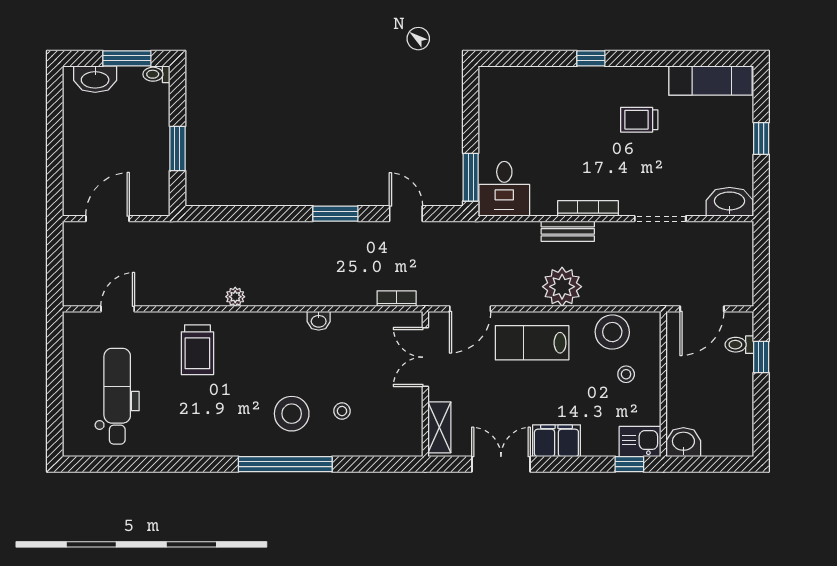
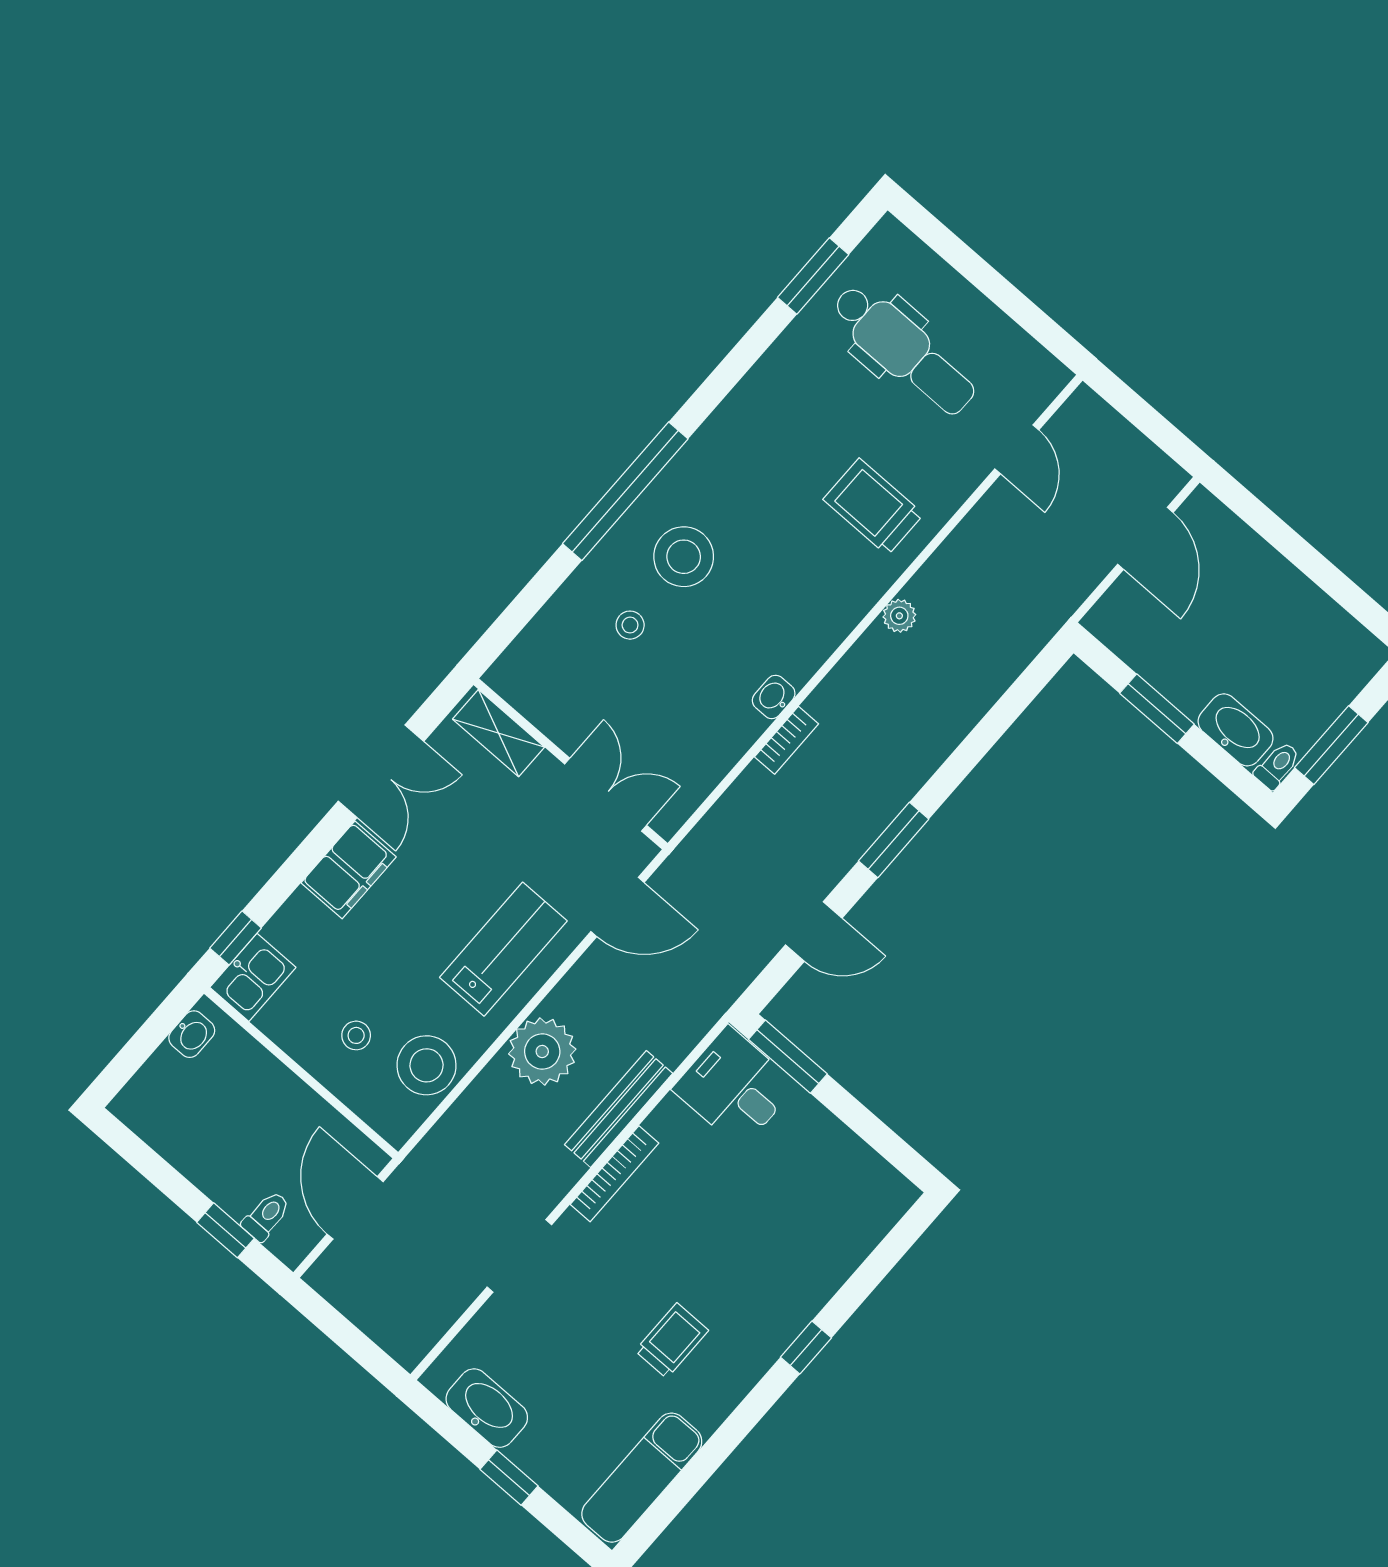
washbasin: (95, 79) -> (1236, 730), moved, turned 90
washbasin: (730, 202) -> (487, 1408), moved, turned -90
bench: (568, 231) -> (619, 1109), width x1.36
bookcase: (397, 299) -> (787, 740), moved
door: (470, 309) -> (618, 907), swing flipped
washbasin: (683, 442) -> (192, 1034), width x0.72, depth x0.69
window: (119, 464) -> (813, 276), added

